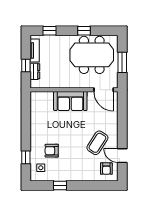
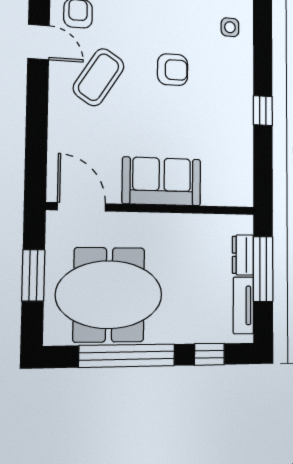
window: (84, 31) -> (127, 356), width x3.17
window: (26, 66) -> (263, 269), width x2.17
armchair: (52, 151) -> (173, 70), moved
window: (26, 157) -> (263, 111), moved

